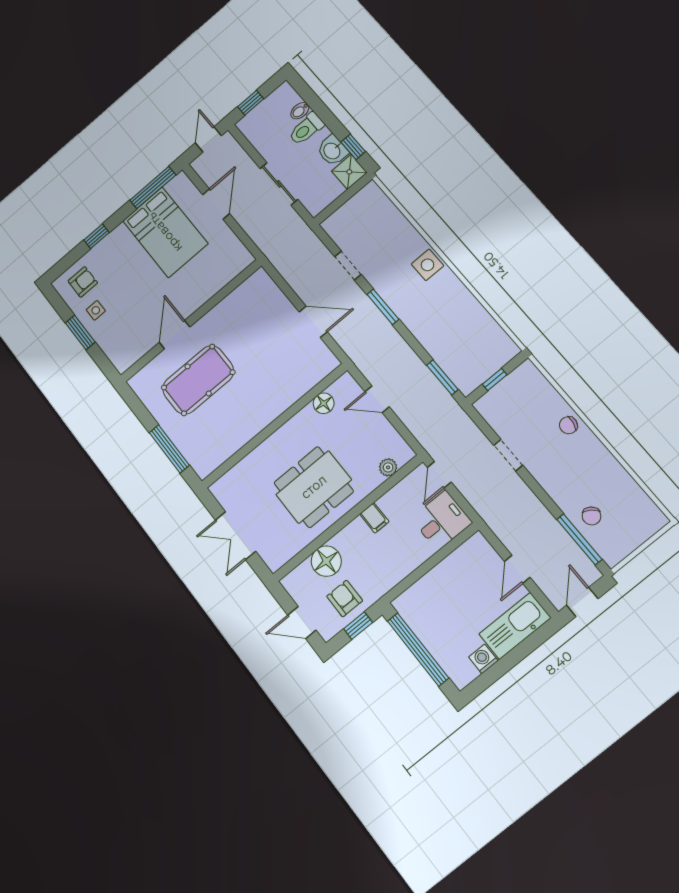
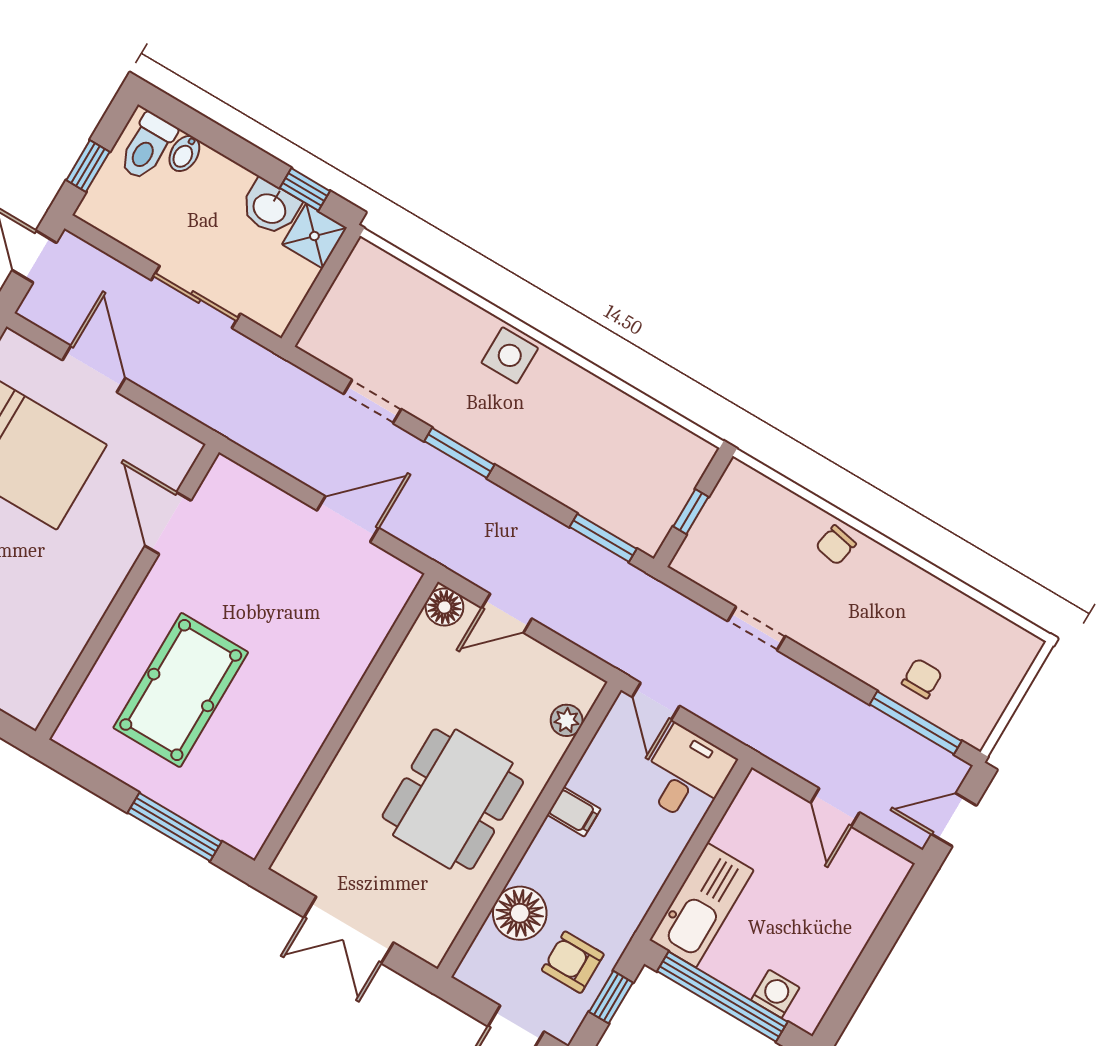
toilet: (306, 129) -> (147, 147), moved
door: (175, 335) -> (168, 523), moved
floor lamp: (324, 403) -> (444, 607), moved
chair: (591, 516) -> (922, 678), turned -126
door: (582, 602) -> (954, 820), hinge flipped
kitchen sink: (515, 626) -> (702, 905), moved, turned 180
washing machine: (483, 659) -> (775, 994), moved, turned 90

